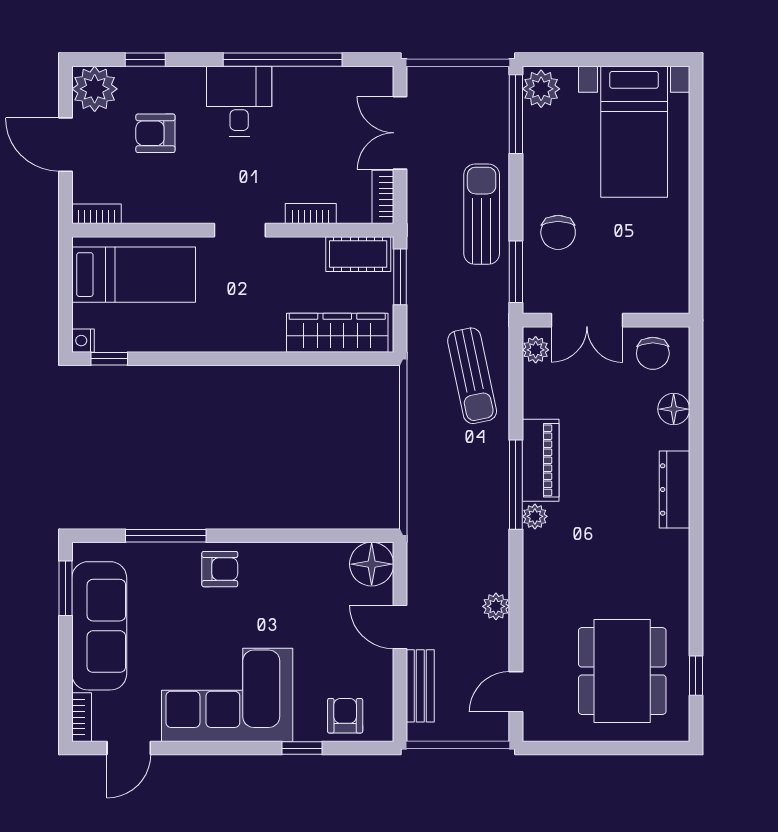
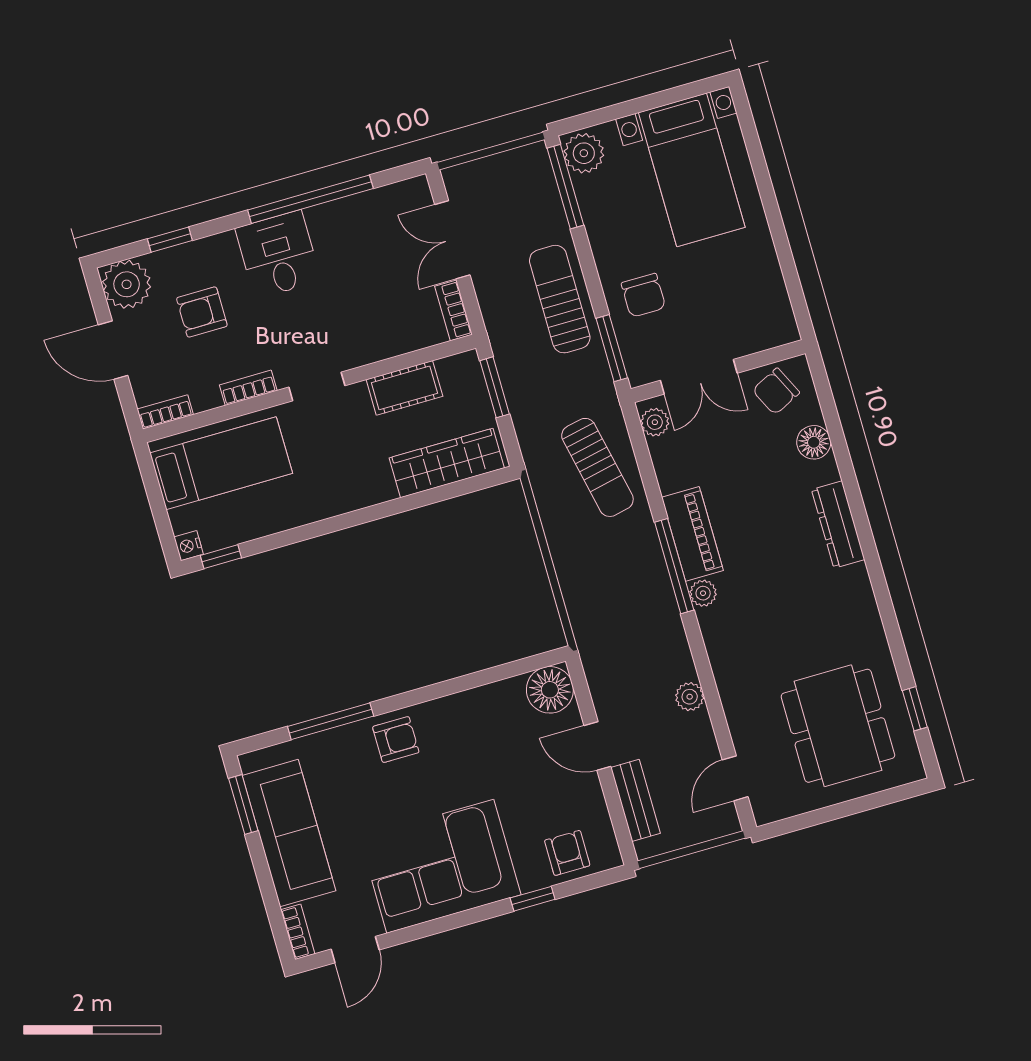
bookcase: (311, 214) -> (248, 388), moved
cot: (358, 254) -> (404, 388), moved
chair: (653, 353) -> (776, 391), turned 64

